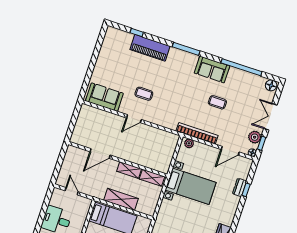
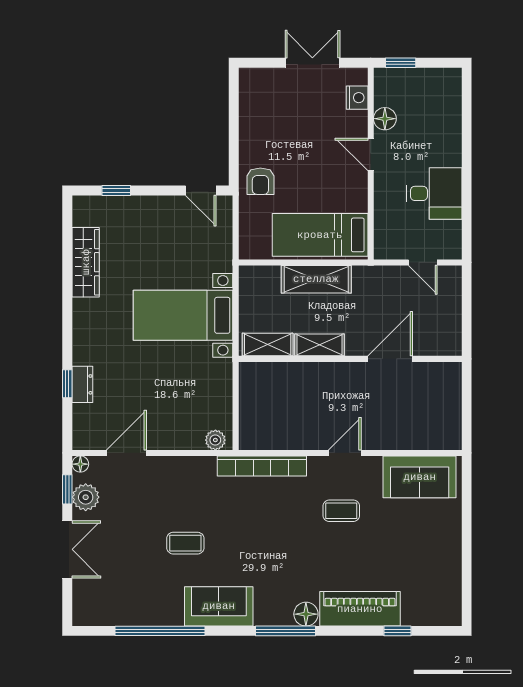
floor lamp: (271, 85) -> (306, 614), moved
bookcase: (197, 133) -> (262, 466), moved
bed with nightstands: (191, 186) -> (183, 315), moved

